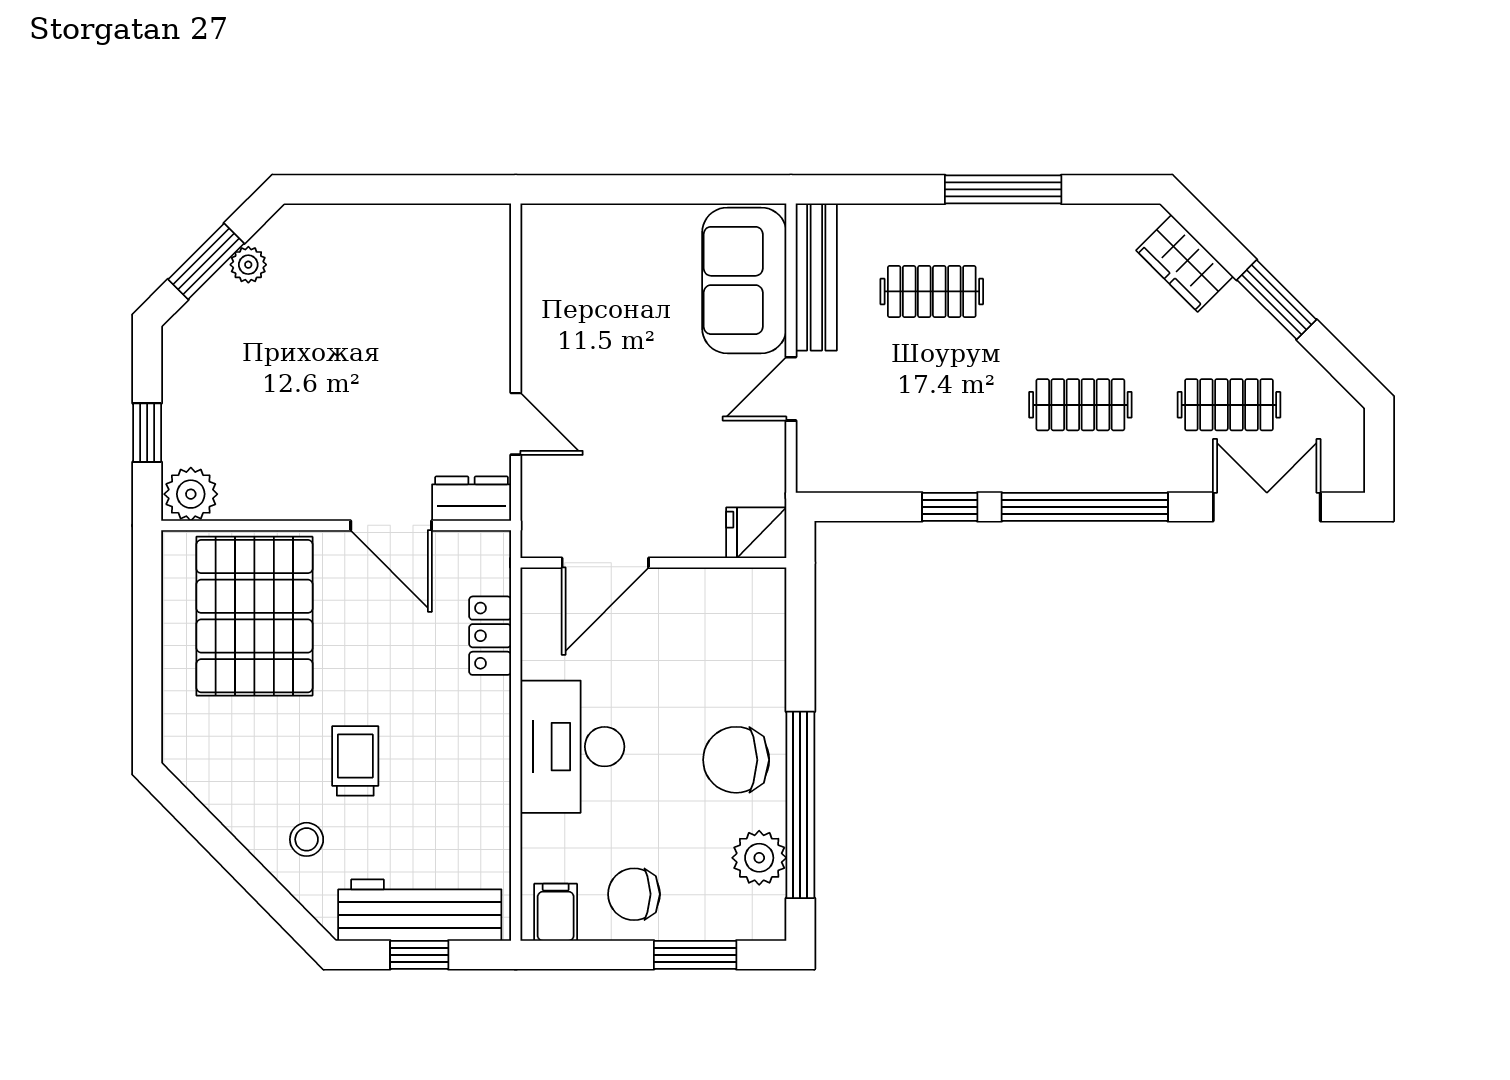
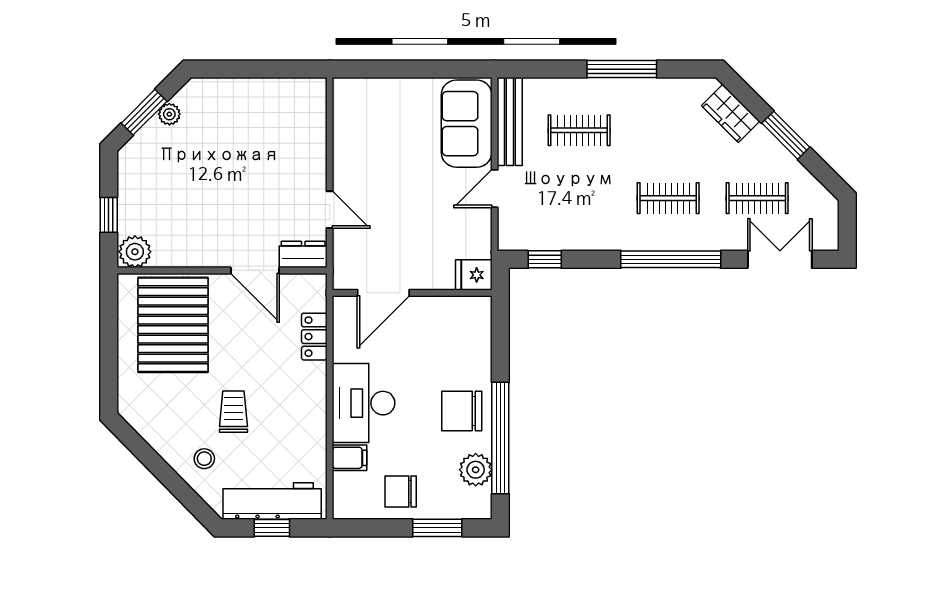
window: (950, 507) -> (545, 259), moved
filing cabinet: (556, 912) -> (350, 458), moved, turned 90

